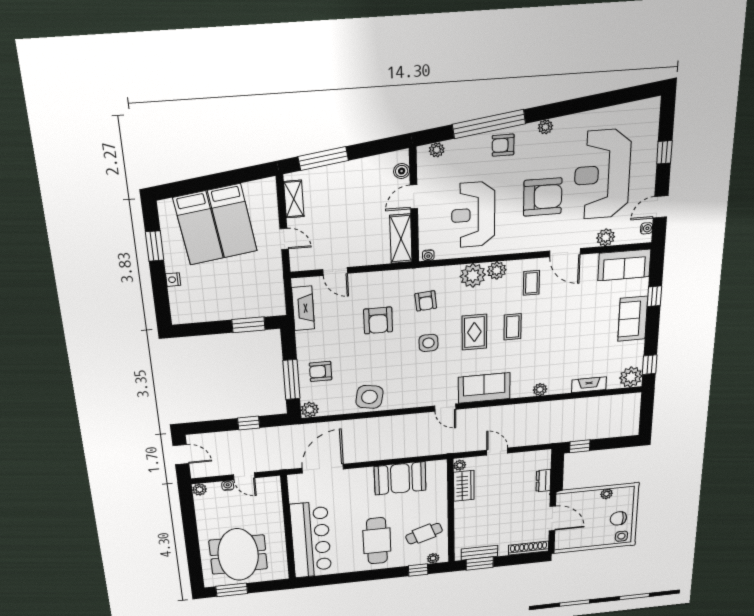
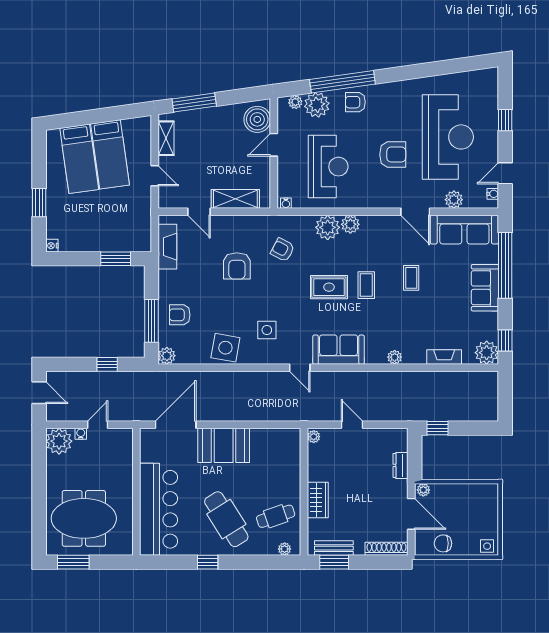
plant: (545, 127) -> (317, 105), moved, width x1.87, depth x1.87
boiler: (402, 171) -> (257, 119), width x1.86, depth x1.86
reception desk: (602, 174) -> (448, 137), turned 180
armchair: (543, 197) -> (393, 154), width x0.73, depth x0.73
reception desk: (473, 215) -> (328, 167), turned 180
shelving: (401, 239) -> (235, 199), moved, turned 90
window: (154, 246) -> (39, 203), moved
sofa: (624, 265) -> (464, 230), width x1.36
nightstand: (173, 280) -> (52, 246), moved
coffee table: (531, 283) -> (411, 278), moved
window: (654, 296) -> (505, 265), width x3.17
armchair: (426, 301) -> (283, 250), turned 123
rug: (474, 332) -> (329, 287), turned 90
side table: (428, 343) -> (267, 330), moved
door: (244, 476) -> (98, 425), swing flipped
booth: (400, 478) -> (224, 445), moved
wardrobe: (464, 486) -> (318, 500), moved
plant: (200, 490) -> (59, 441), width x1.88, depth x1.88
plant: (607, 494) -> (423, 490), moved
chair: (618, 518) -> (443, 543), moved
cafe table: (377, 541) -> (226, 519), turned -32
meeting table: (238, 555) -> (84, 518), turned 90
window: (418, 570) -> (208, 562), moved

